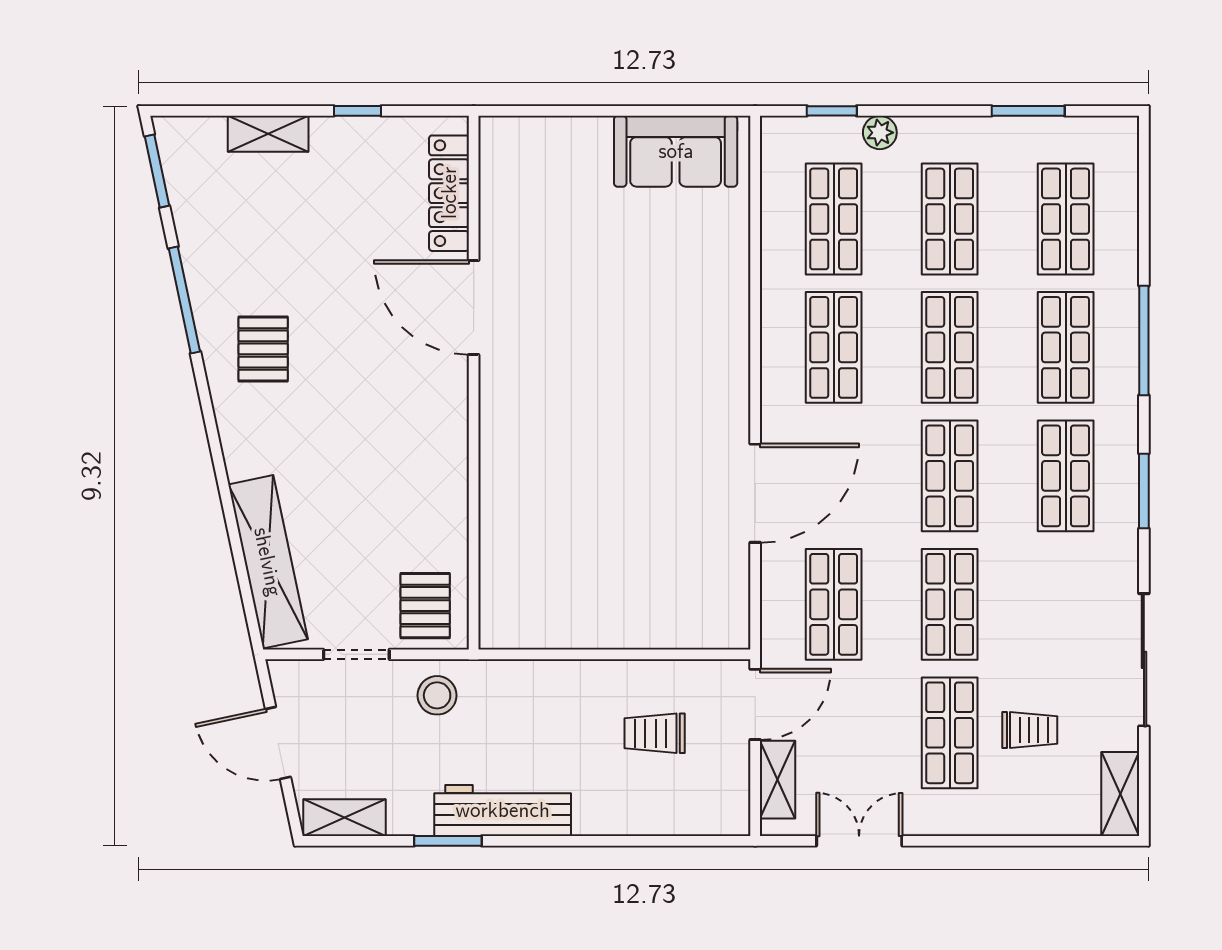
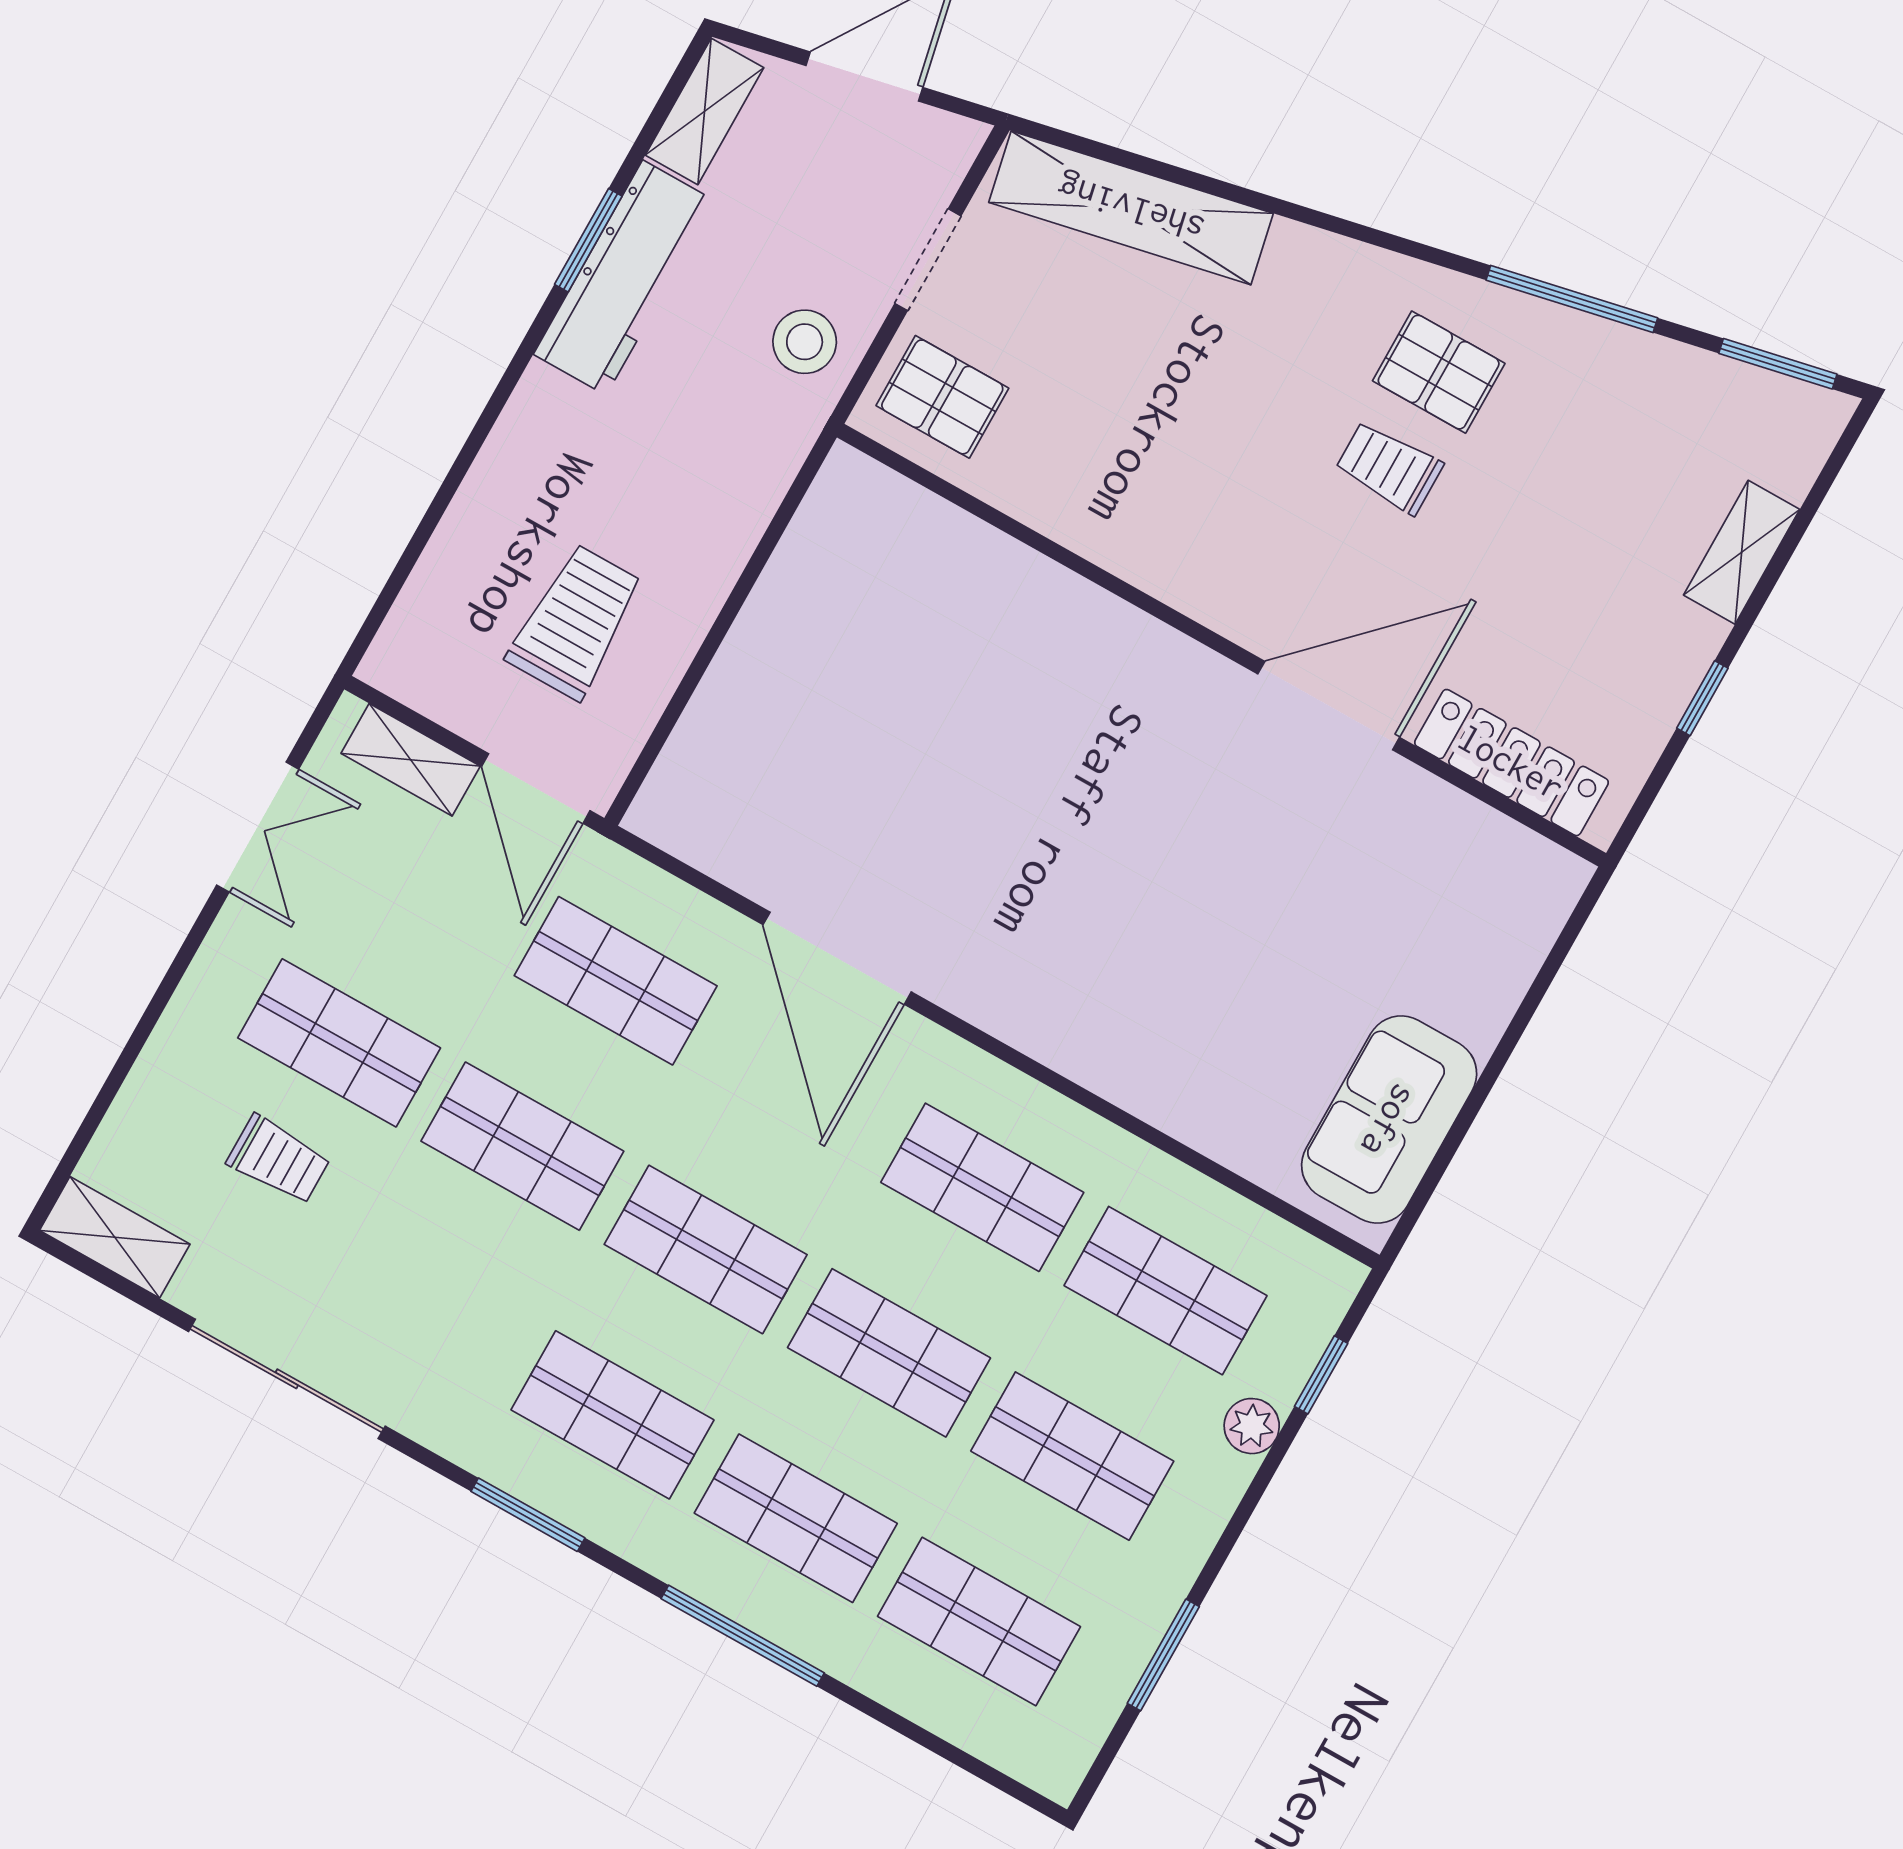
trolley: (329, 347) -> (1389, 467), added
trolley: (1030, 730) -> (279, 1160), turned -90
trolley: (655, 733) -> (575, 622), width x1.36, depth x1.39
workbench: (503, 810) -> (624, 278), moved

